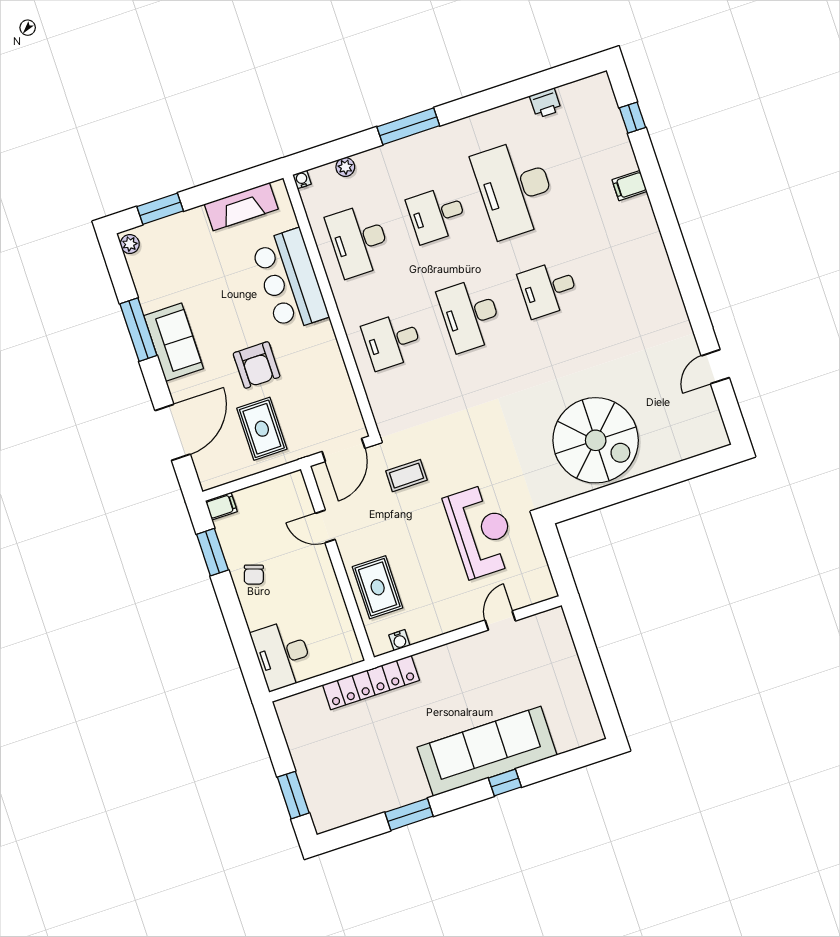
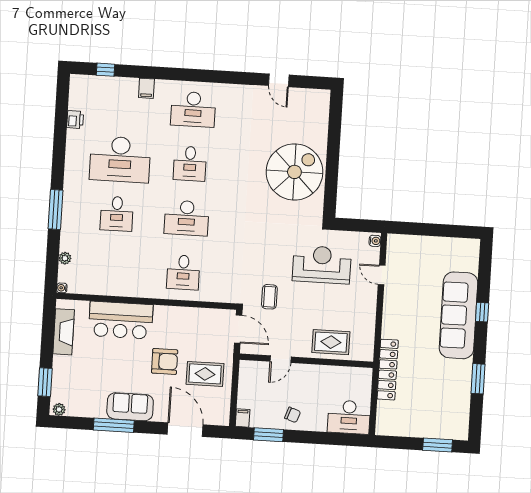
desk: (359, 241) -> (193, 109), moved
water cooler: (399, 640) -> (375, 241), moved

